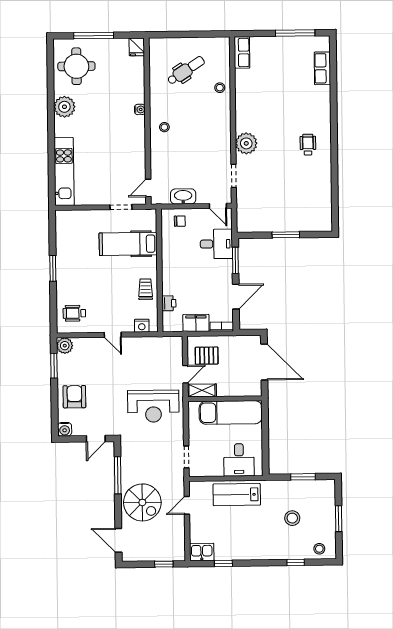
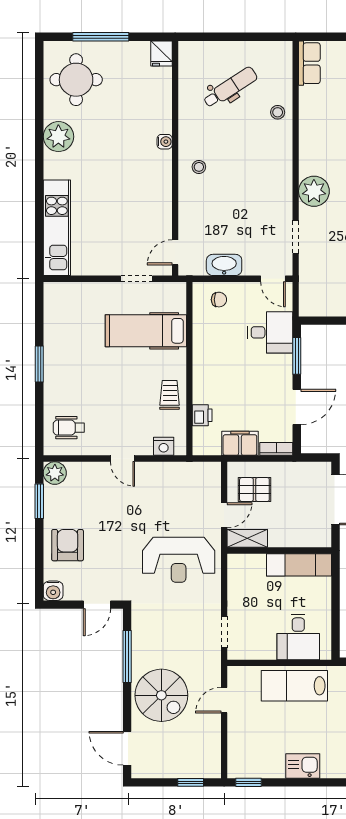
exam couch: (231, 412) -> (299, 565), width x0.73, depth x0.69
kitchen sink: (202, 552) -> (303, 766), moved
window: (223, 563) -> (249, 782), moved

